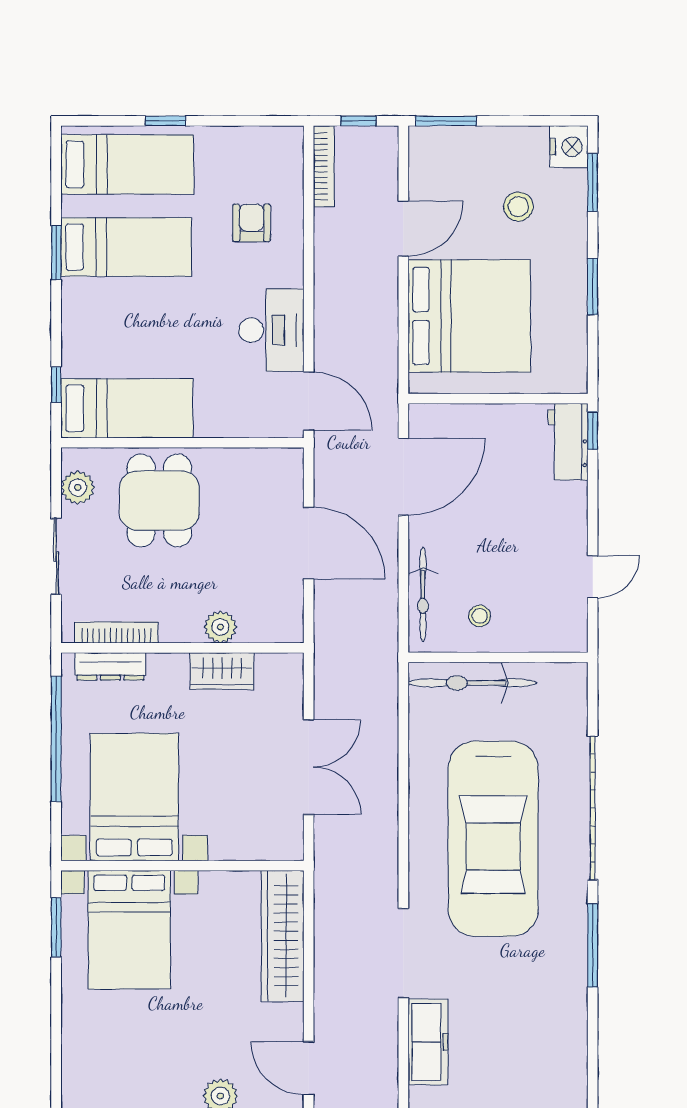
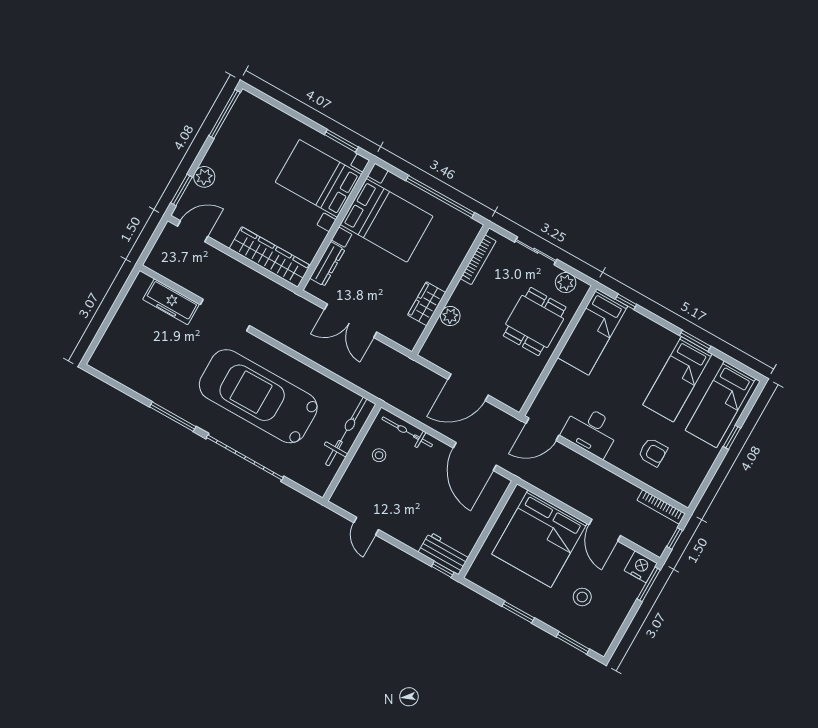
nightstand: (569, 147) -> (641, 567), moved, turned 180
dining table: (159, 501) -> (535, 321), turned 90
dresser: (110, 666) -> (327, 264), moved, turned 180

